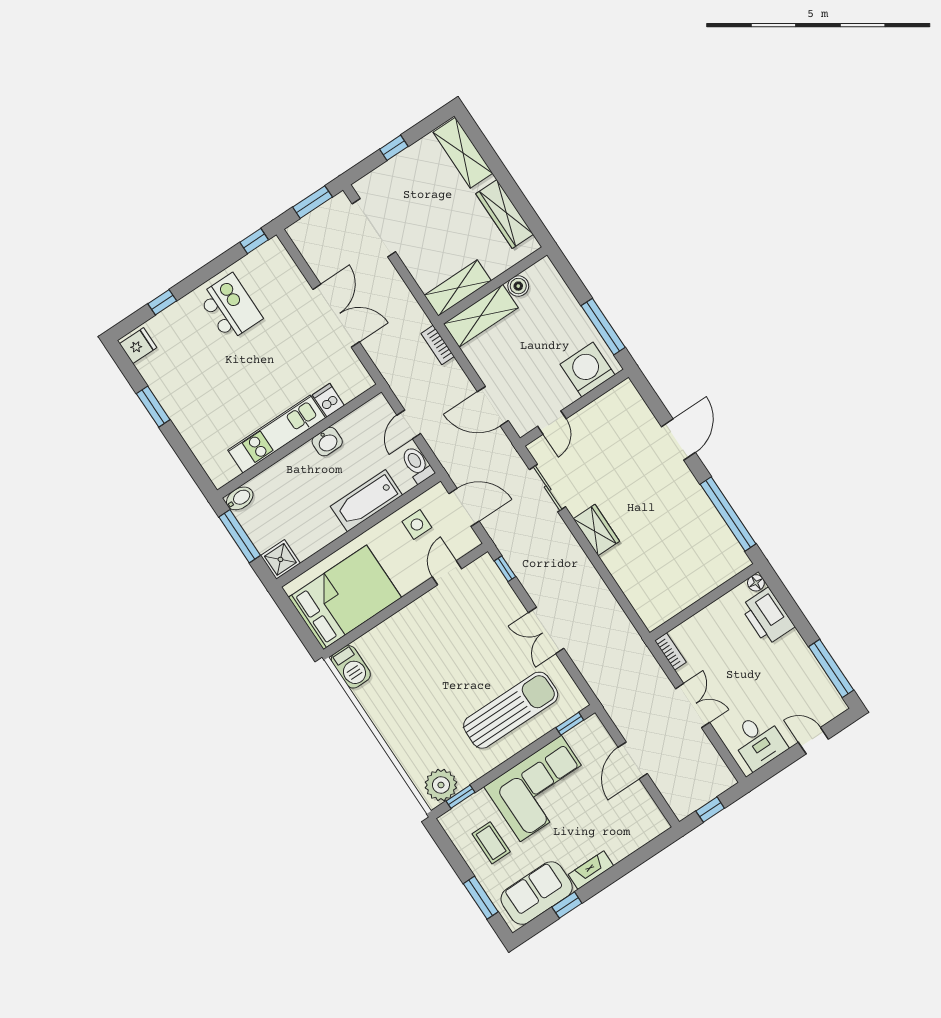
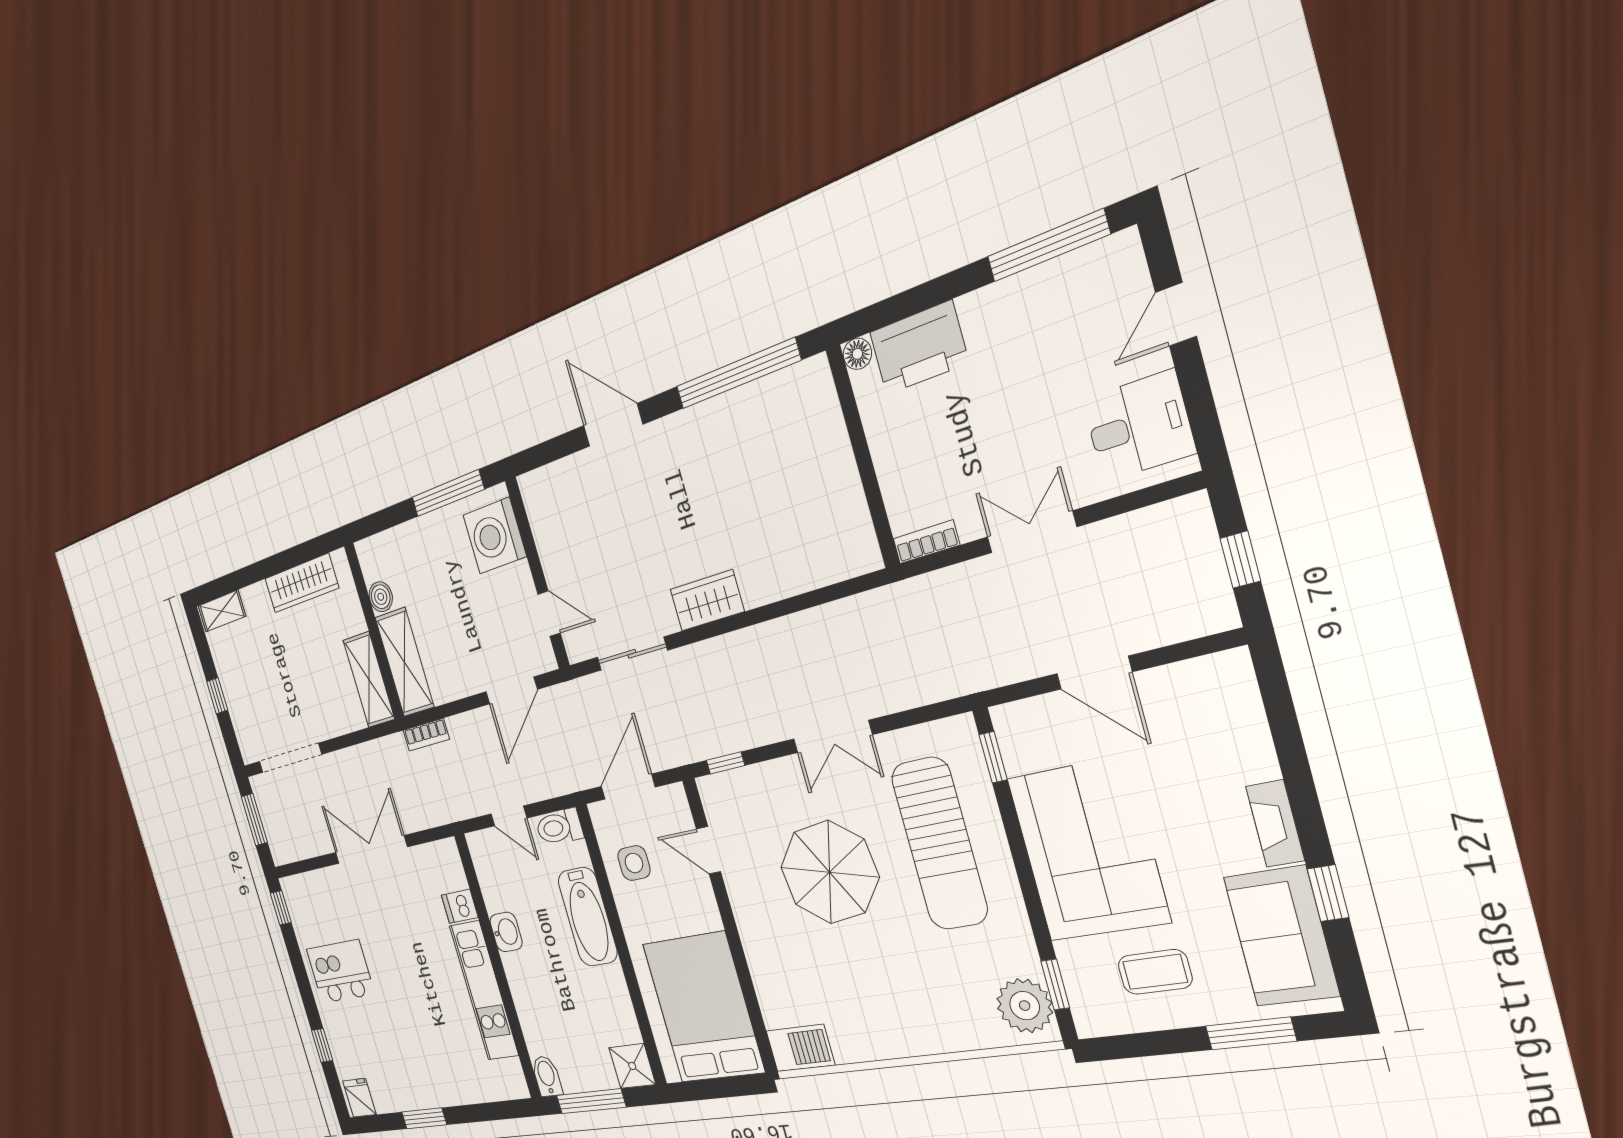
shelving: (463, 153) -> (222, 611), width x0.67, depth x0.75
parasol: (467, 652) -> (829, 872), added
sun lounger: (511, 710) -> (939, 844), turned 180

